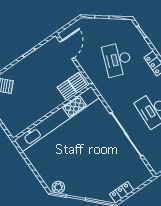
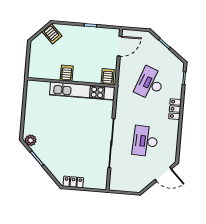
server rack: (67, 90) -> (67, 73), moved
kitchen unit: (57, 119) -> (82, 91), width x0.73

